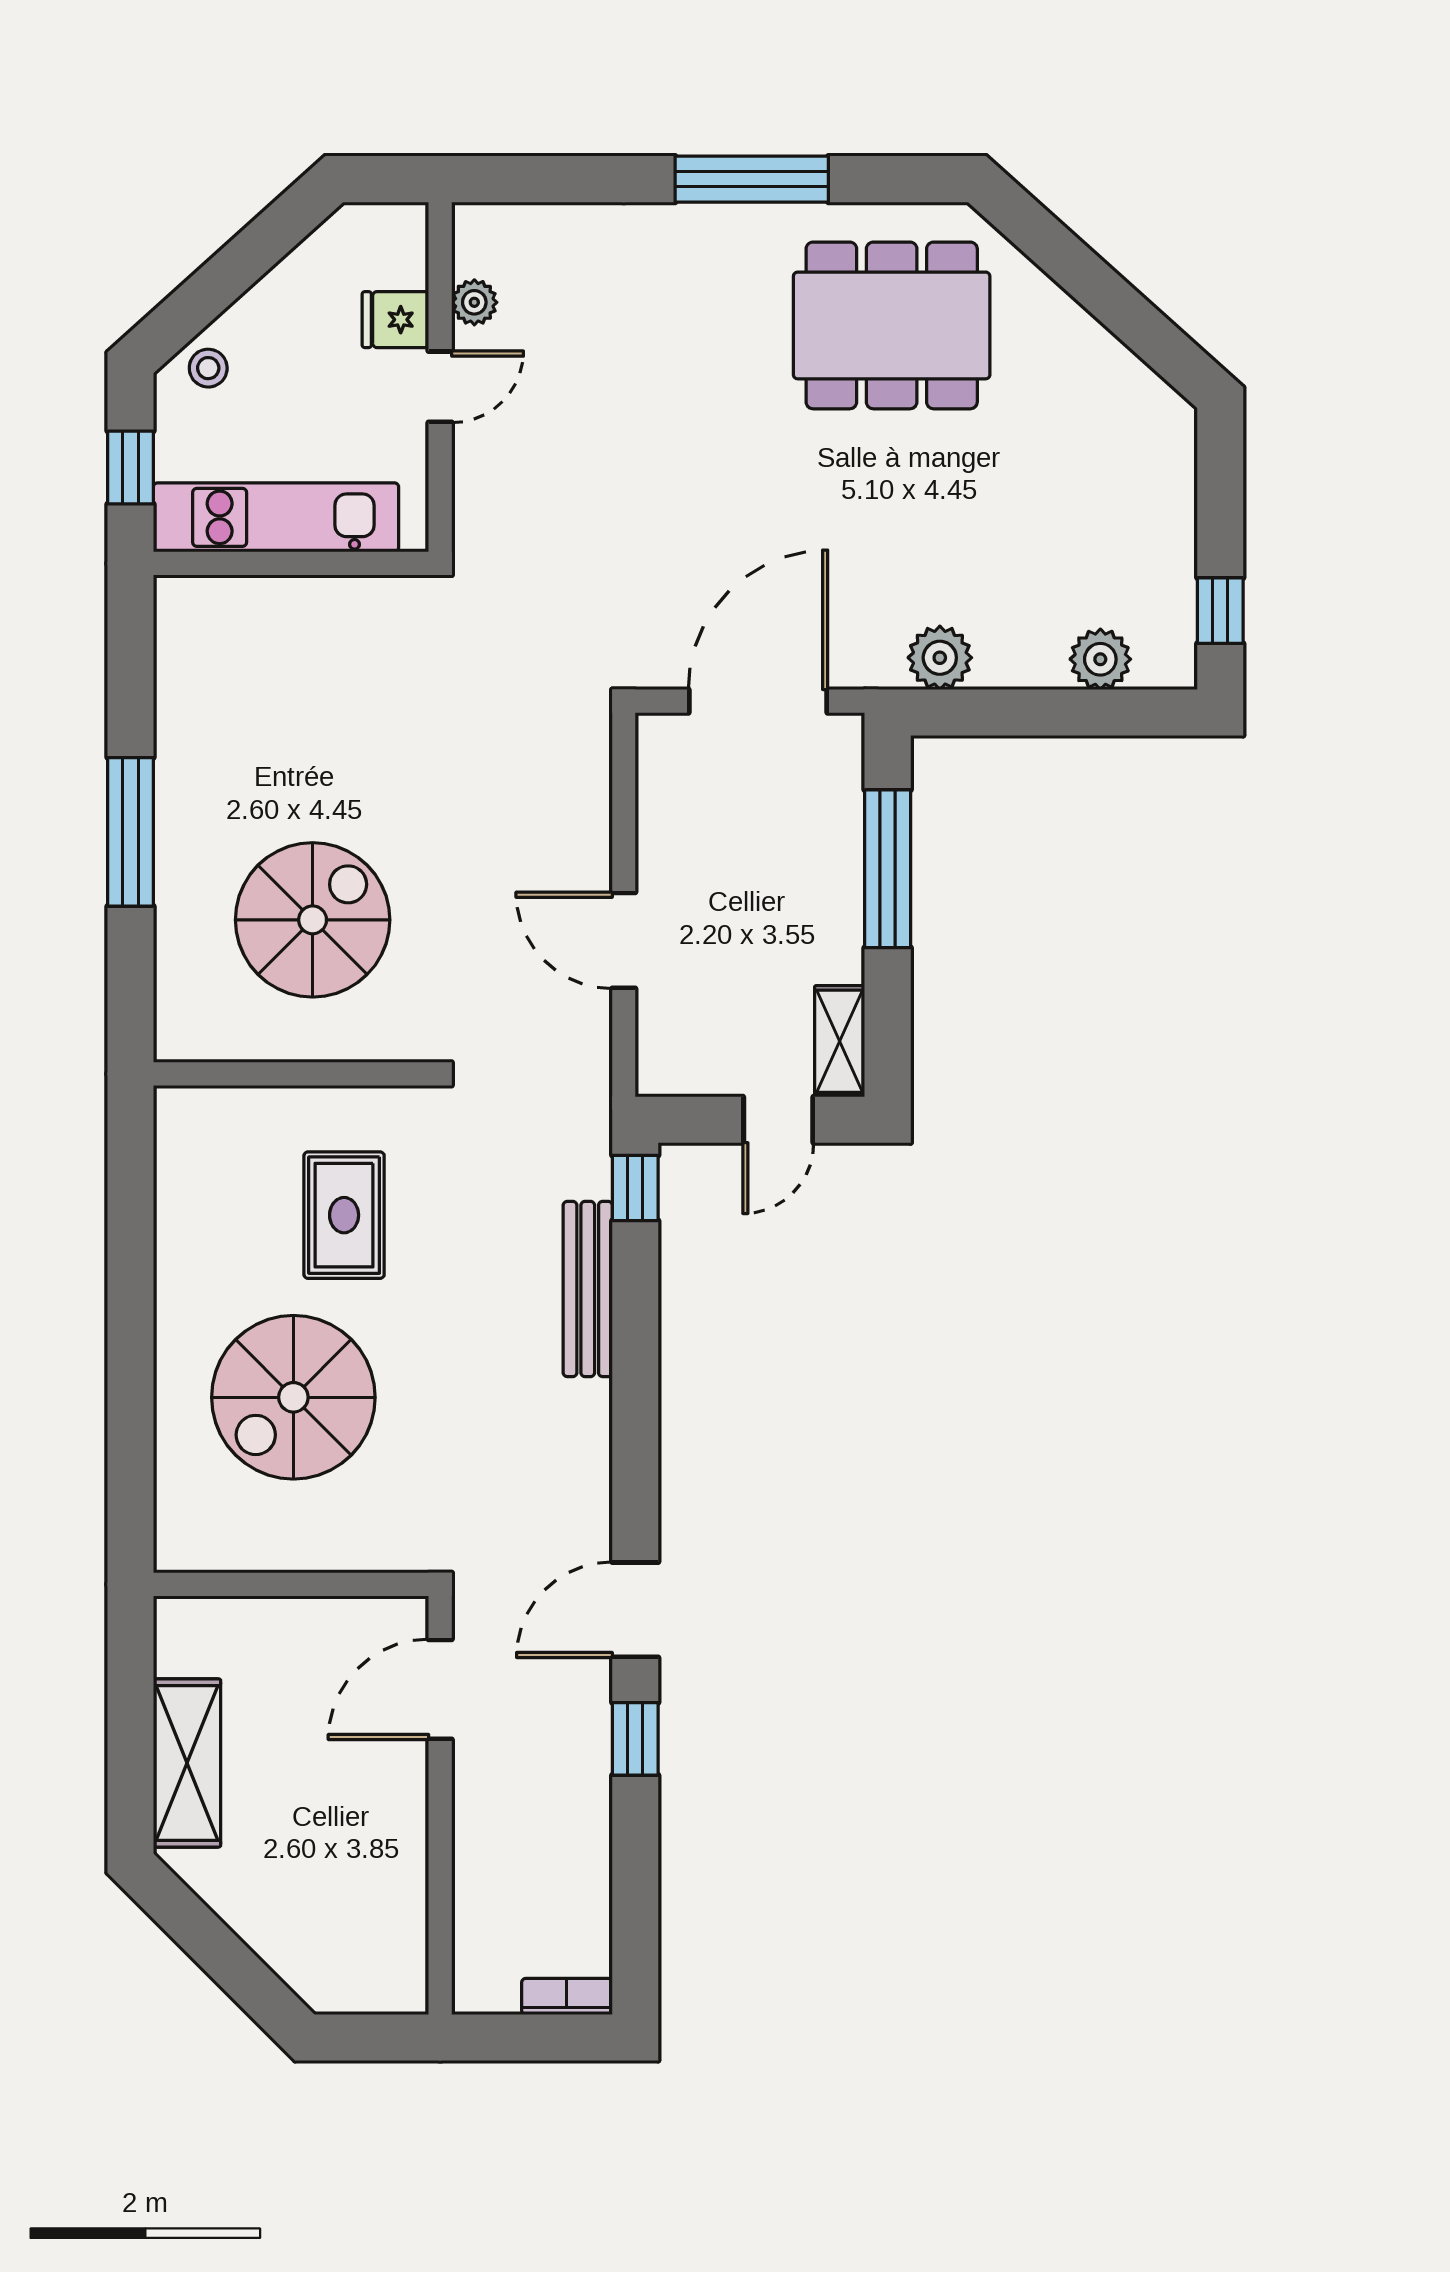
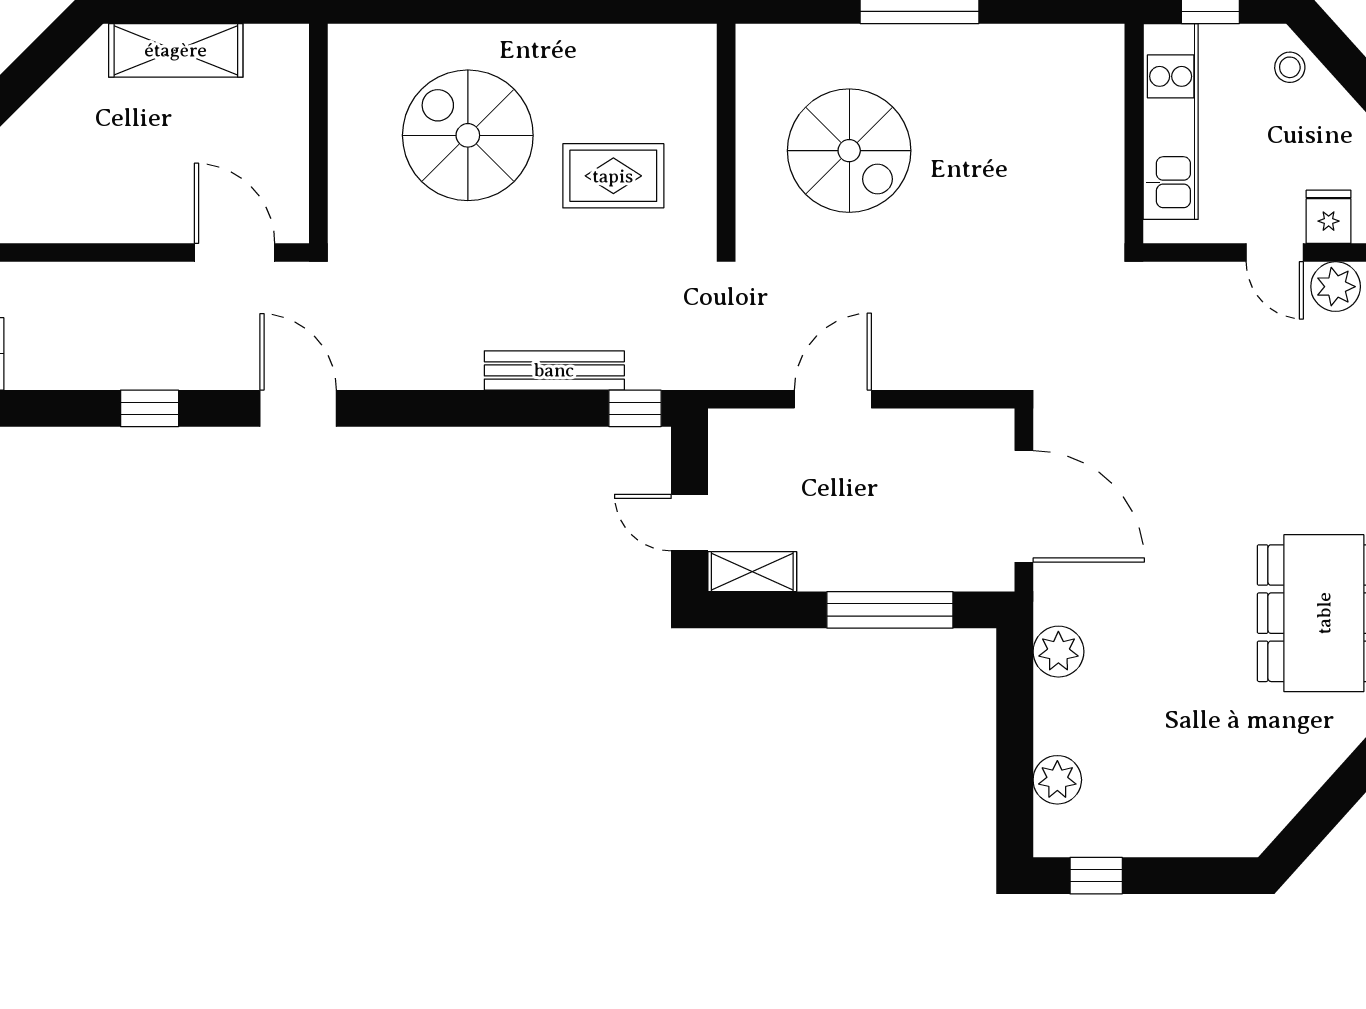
plant: (474, 302) -> (1336, 287), width x1.38, depth x1.38
window: (635, 1739) -> (150, 408), moved

